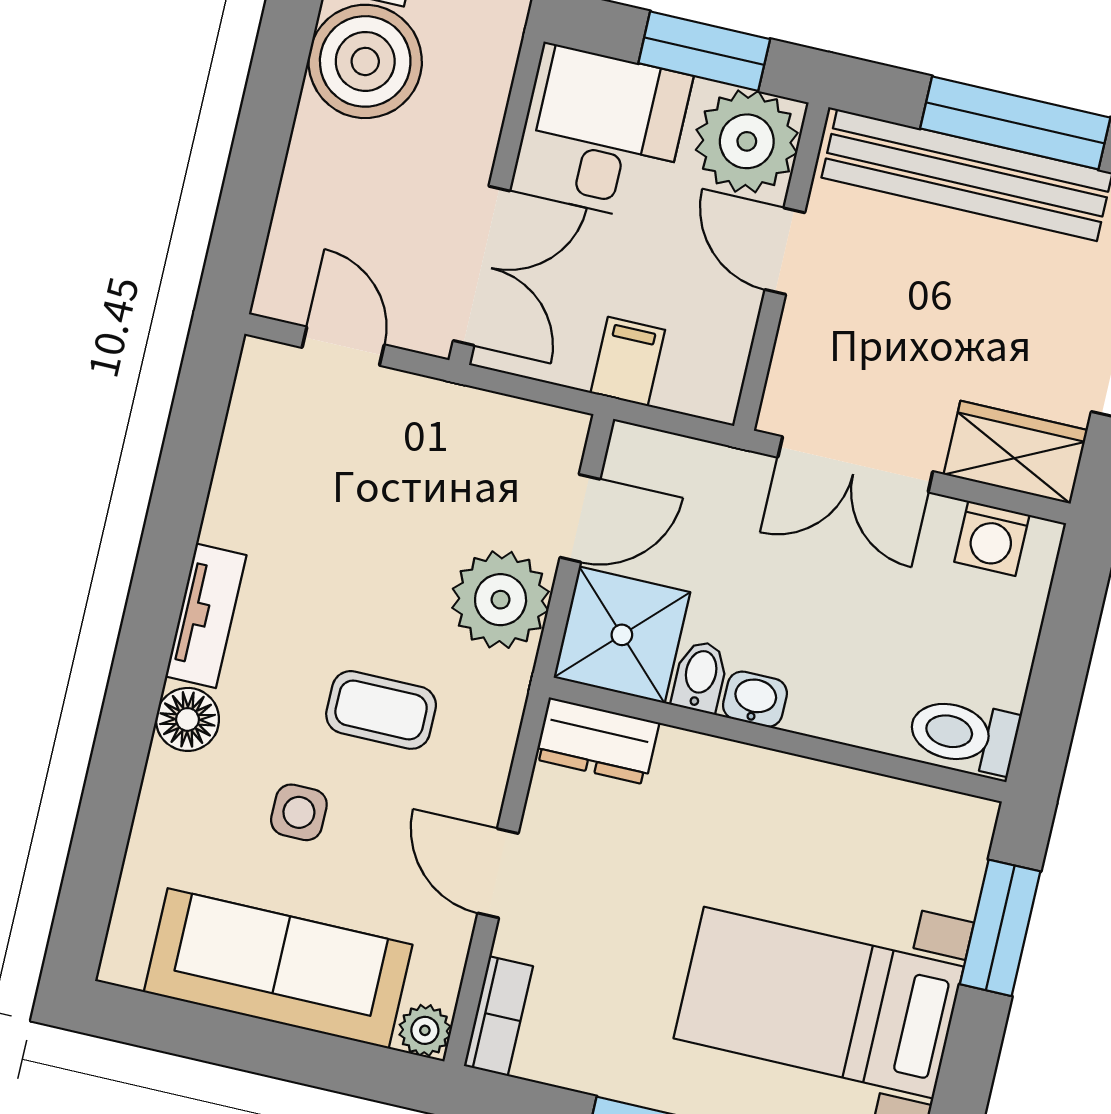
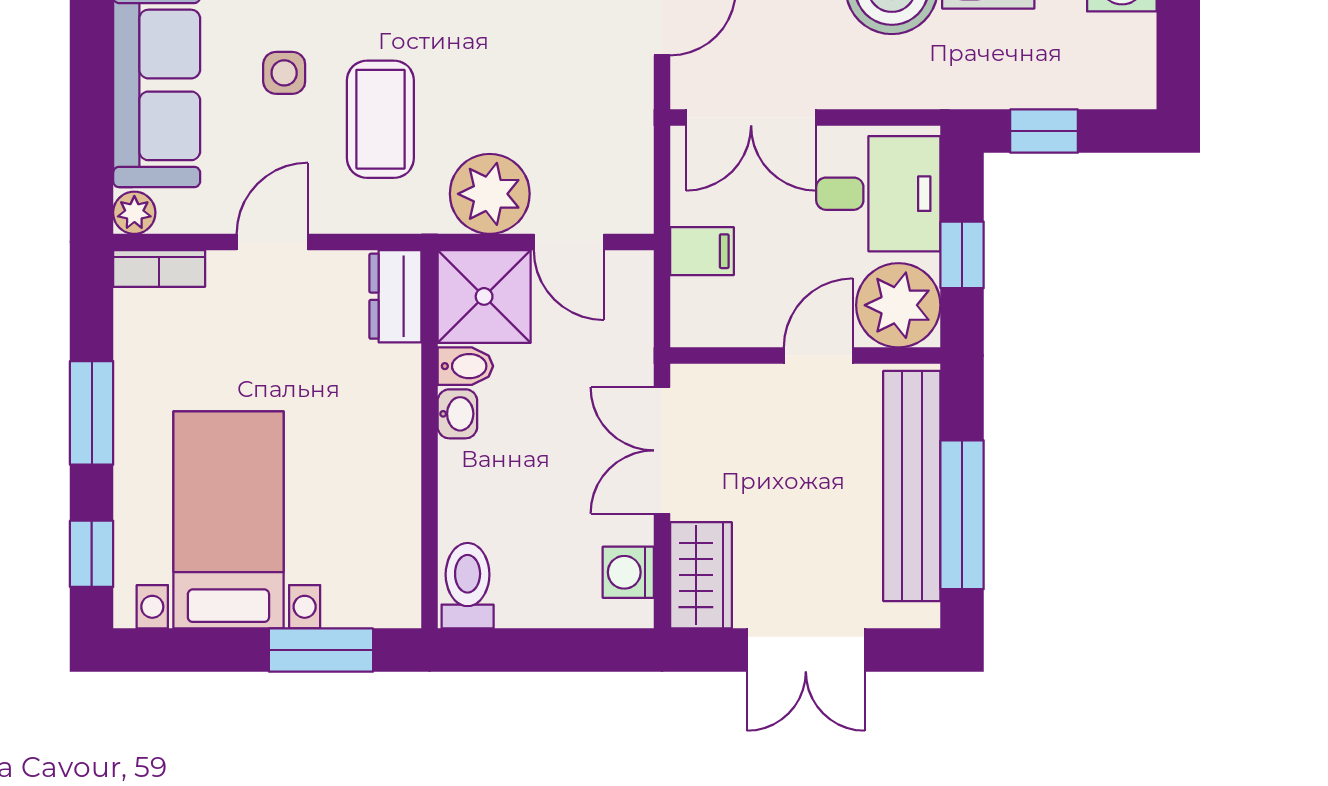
window: (704, 51) -> (962, 255), width x0.67
coffee table: (381, 710) -> (380, 119), width x1.36, depth x1.30

